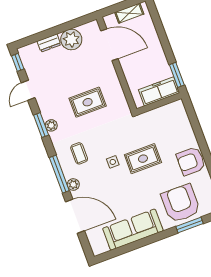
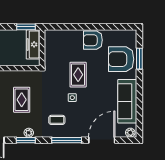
armchair: (191, 161) -> (93, 40), turned 90
plant: (73, 185) -> (130, 133), moved

